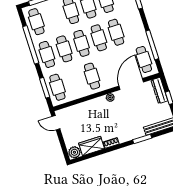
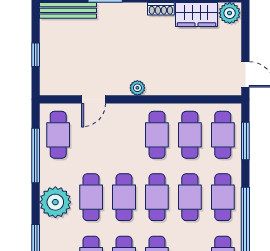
plant: (134, 24) -> (55, 202), added
cafe table: (75, 82) -> (190, 135), added
door: (131, 84) -> (94, 99), width x0.53
dresser: (159, 90) -> (48, 73), removed

